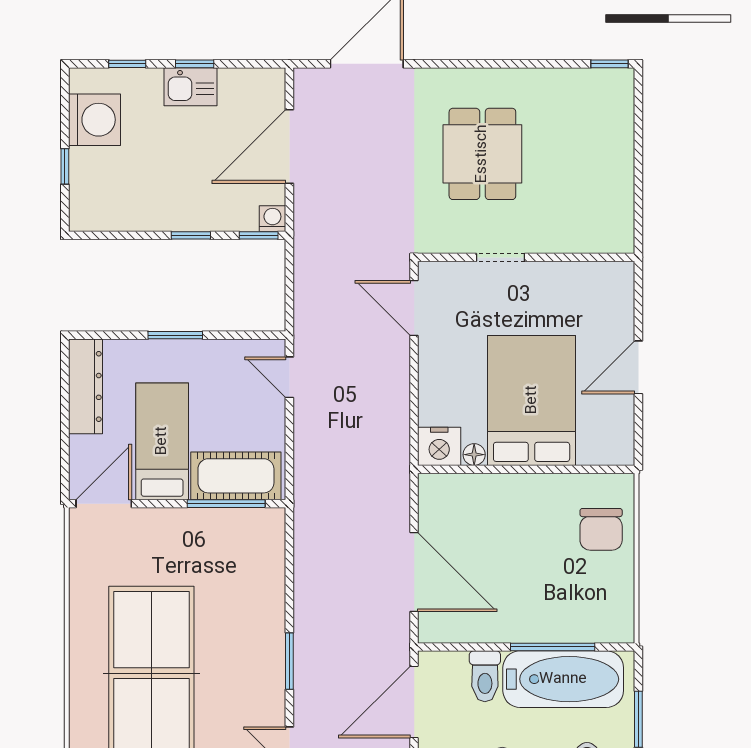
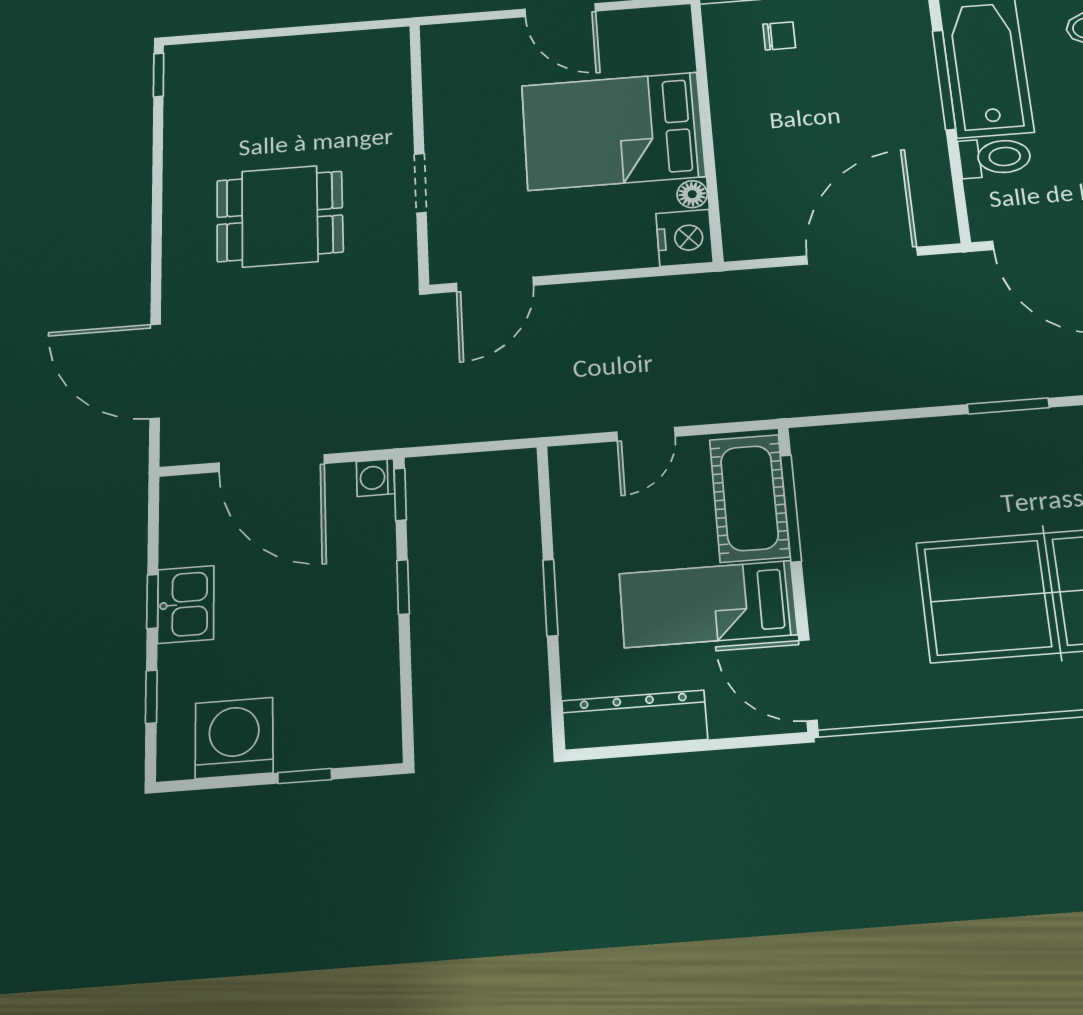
door: (289, 377) -> (646, 434), moved
chair: (601, 529) -> (779, 36), width x0.54, depth x0.54

